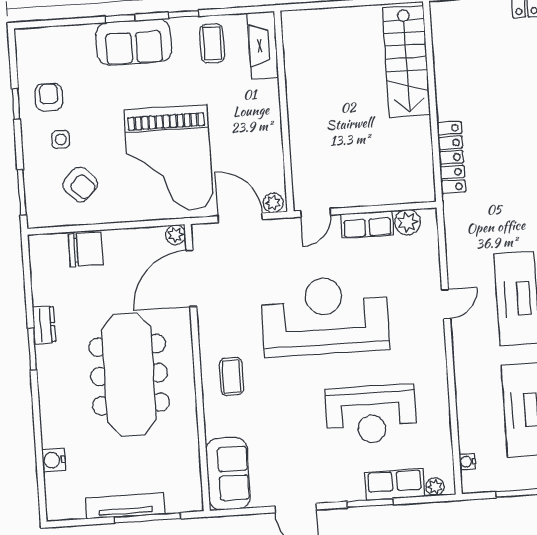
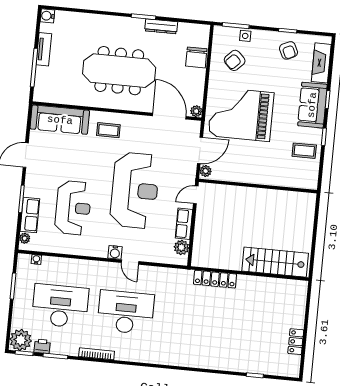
fireplace: (263, 45) -> (321, 63), moved, turned -90
armchair: (49, 97) -> (288, 50), turned 65
side table: (61, 139) -> (245, 36), moved
door: (316, 213) -> (196, 195), hinge flipped
dresser: (44, 325) -> (161, 26), width x1.44
water cooler: (434, 332) -> (115, 252), added
reception desk: (371, 414) -> (73, 208), turned 180
water cooler: (54, 460) -> (47, 16), moved, turned -90
sofa: (228, 474) -> (60, 120), width x1.36
tv unit: (125, 506) -> (44, 49), width x0.71

